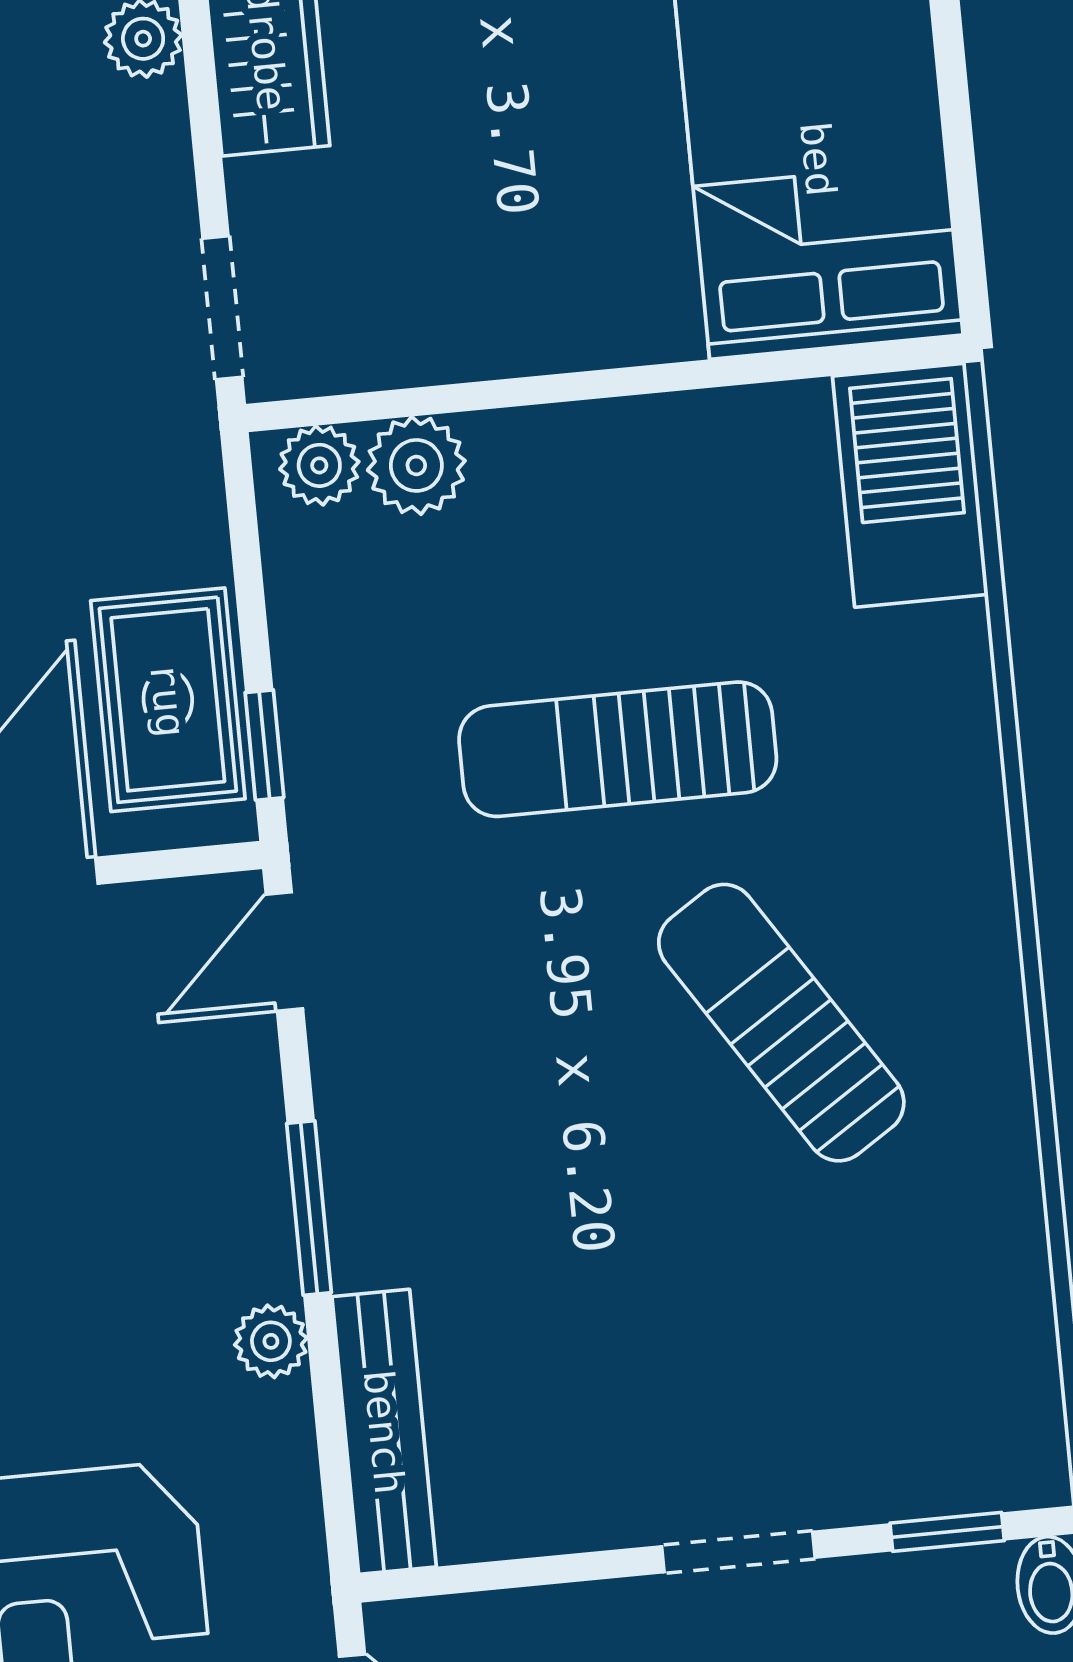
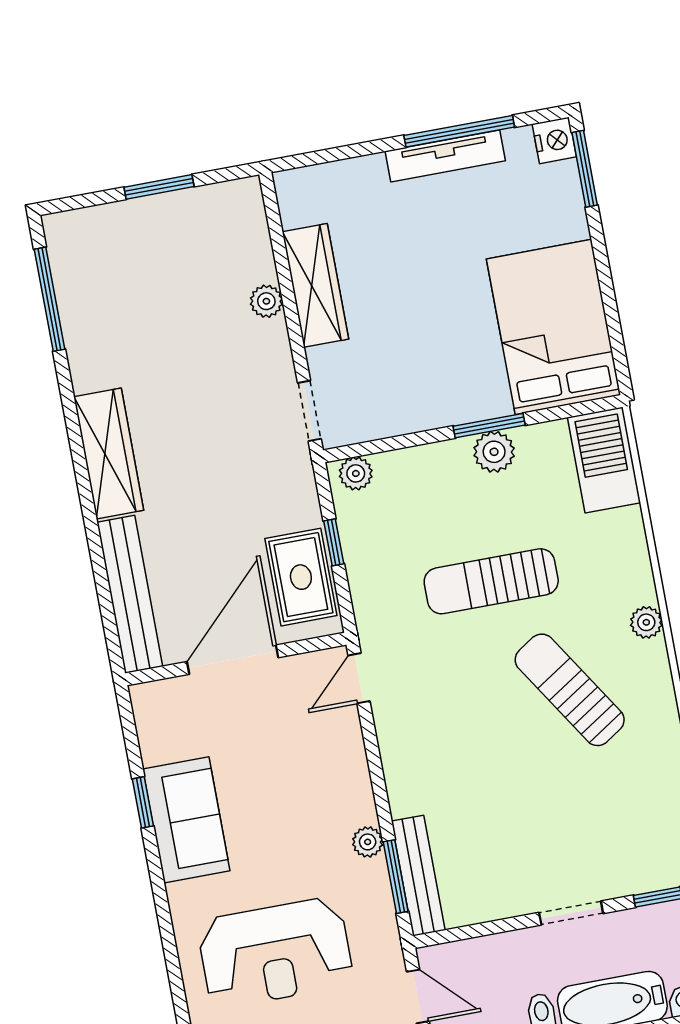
window: (645, 380) -> (489, 426), added
plant: (416, 465) -> (494, 452), moved
window: (264, 745) -> (334, 542), moved
plant: (977, 879) -> (646, 622), added
window: (309, 1208) -> (396, 877), moved

